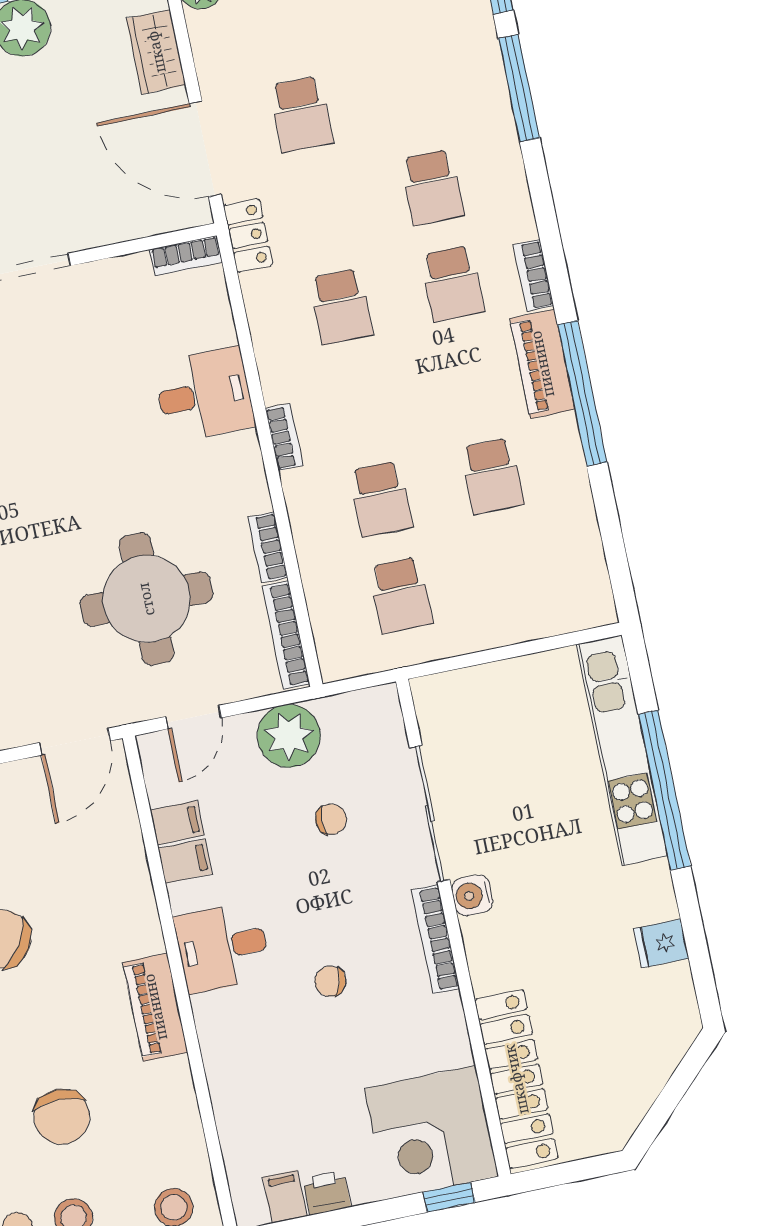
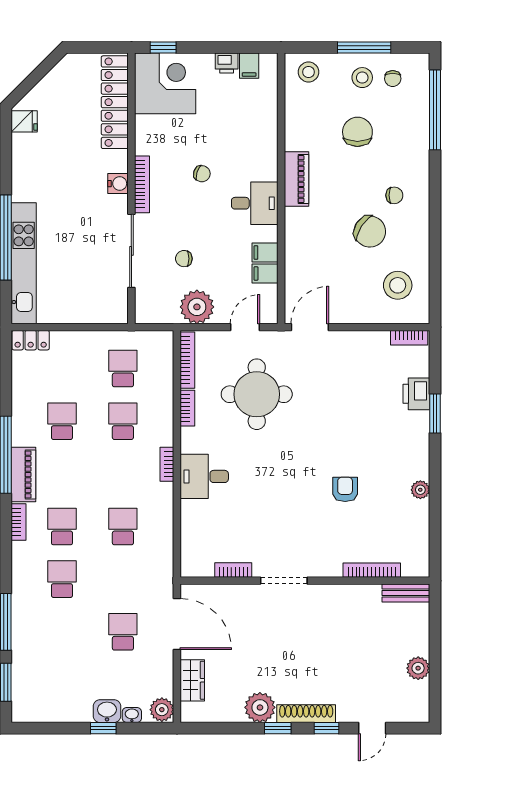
locker: (248, 235) -> (31, 340), moved, turned -90
bookcase: (186, 256) -> (233, 570), moved
desk: (204, 395) -> (204, 476), moved
water cooler: (472, 895) -> (118, 184), moved
fridge: (661, 944) -> (24, 121), moved

